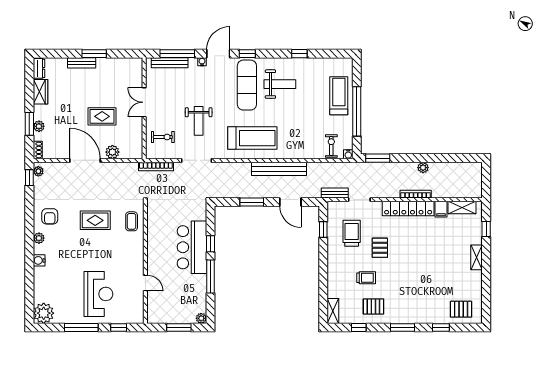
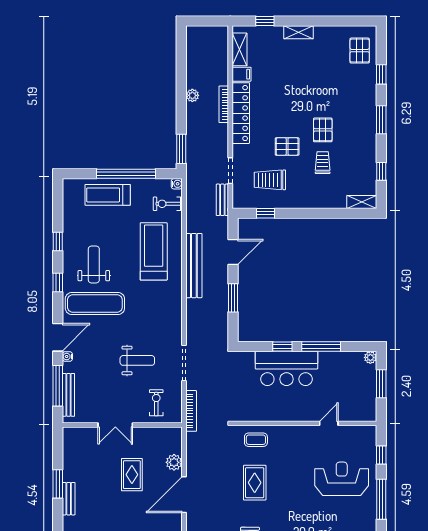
door: (218, 54) -> (58, 337), swing flipped
window: (247, 54) -> (58, 282), moved
treadmill: (252, 138) -> (154, 251), moved
pallet: (373, 306) -> (323, 130), moved

